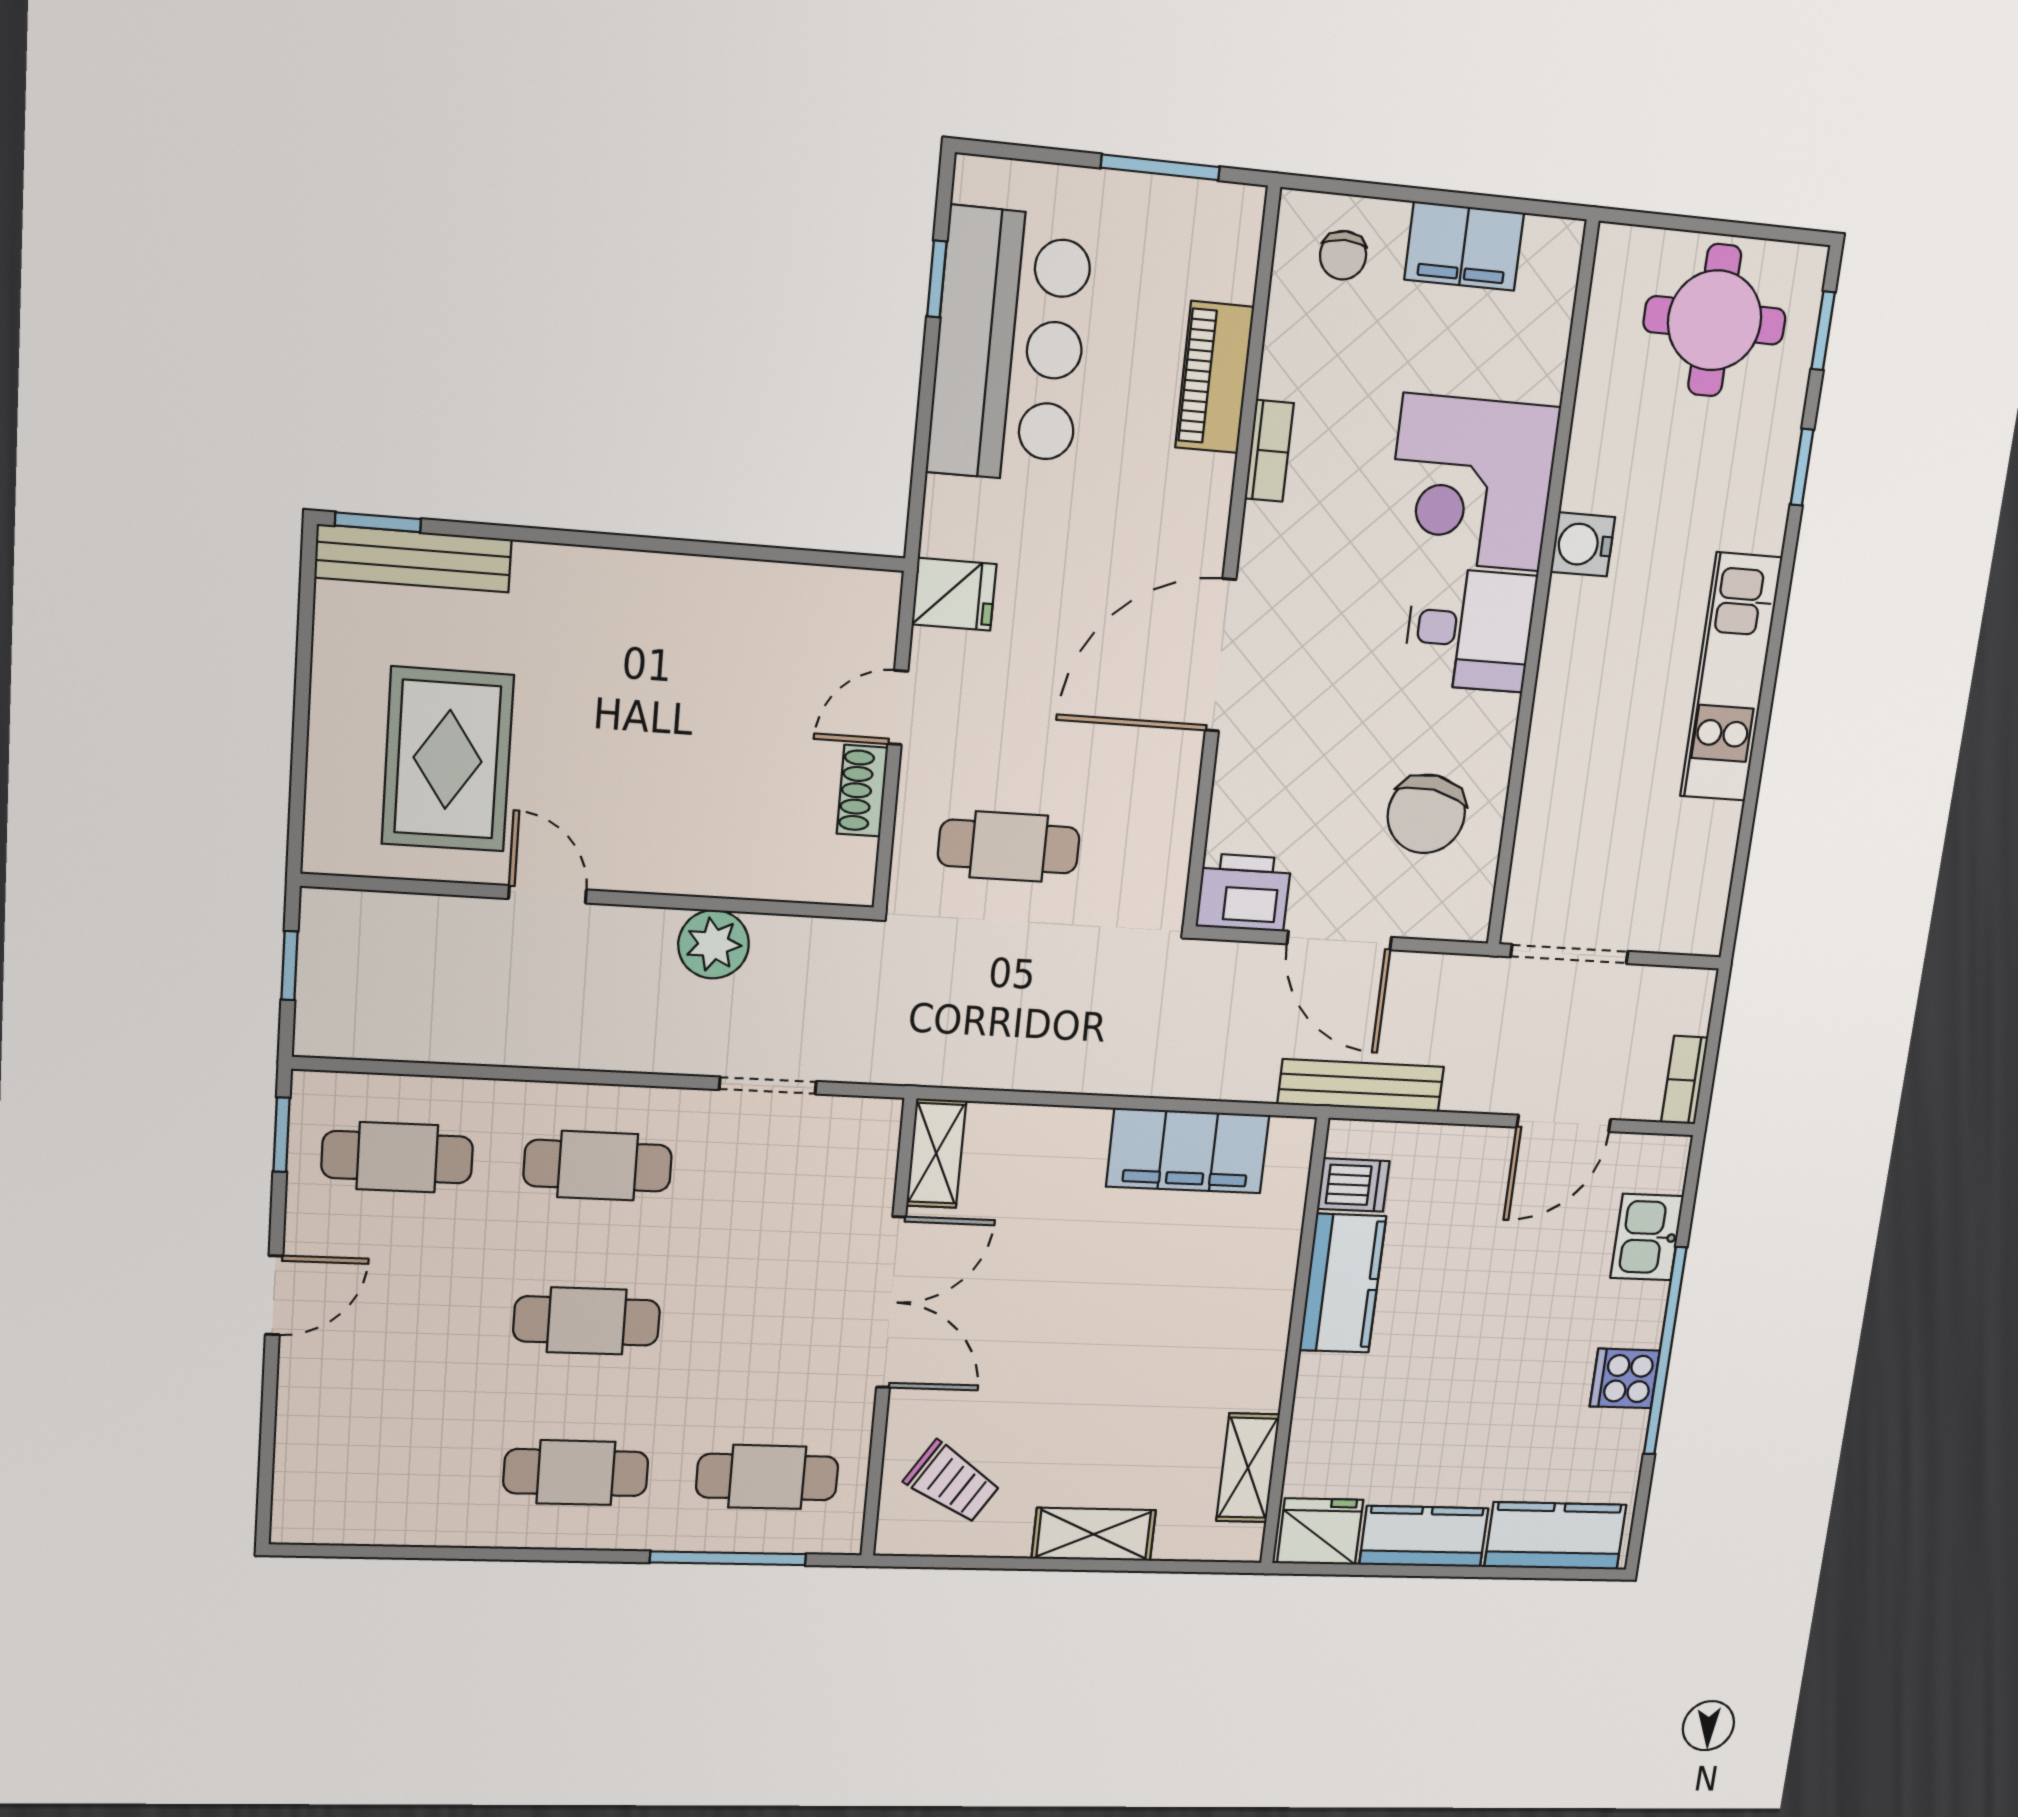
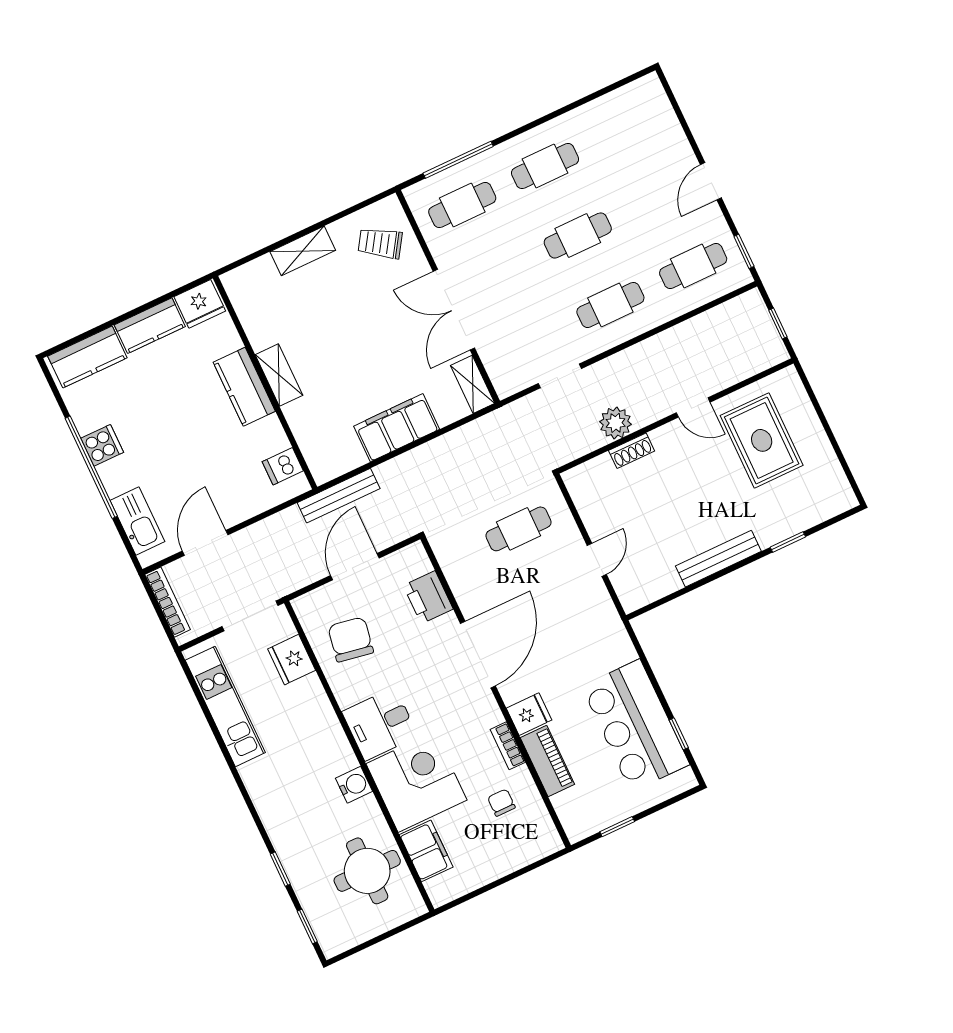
window: (1160, 167) -> (617, 827), width x0.67
filing cabinet: (1464, 246) -> (426, 851), moved, turned 90
chair: (1343, 255) -> (501, 803), moved
round table: (1715, 320) -> (367, 871), moved
window: (378, 522) -> (788, 542), moved
bench: (413, 558) -> (718, 559), moved
fridge: (954, 594) -> (529, 714), moved, turned 180
kitchen unit: (1731, 678) -> (225, 706), moved
shoe rack: (862, 791) -> (632, 451), moved, turned 90
fridge: (1548, 836) -> (292, 660), added
printer: (1244, 892) -> (428, 597), moved, turned 90
door: (1339, 941) -> (355, 567), hinge flipped
bookcase: (1685, 1080) -> (168, 602), width x1.56
bench: (1361, 1085) -> (339, 496), moved
filing cabinet: (1188, 1151) -> (397, 428), moved
kitchen sink: (1647, 1237) -> (137, 521), width x1.38
kitchen counter: (1343, 1283) -> (244, 387), moved
shelving: (1248, 1468) -> (279, 375), moved

